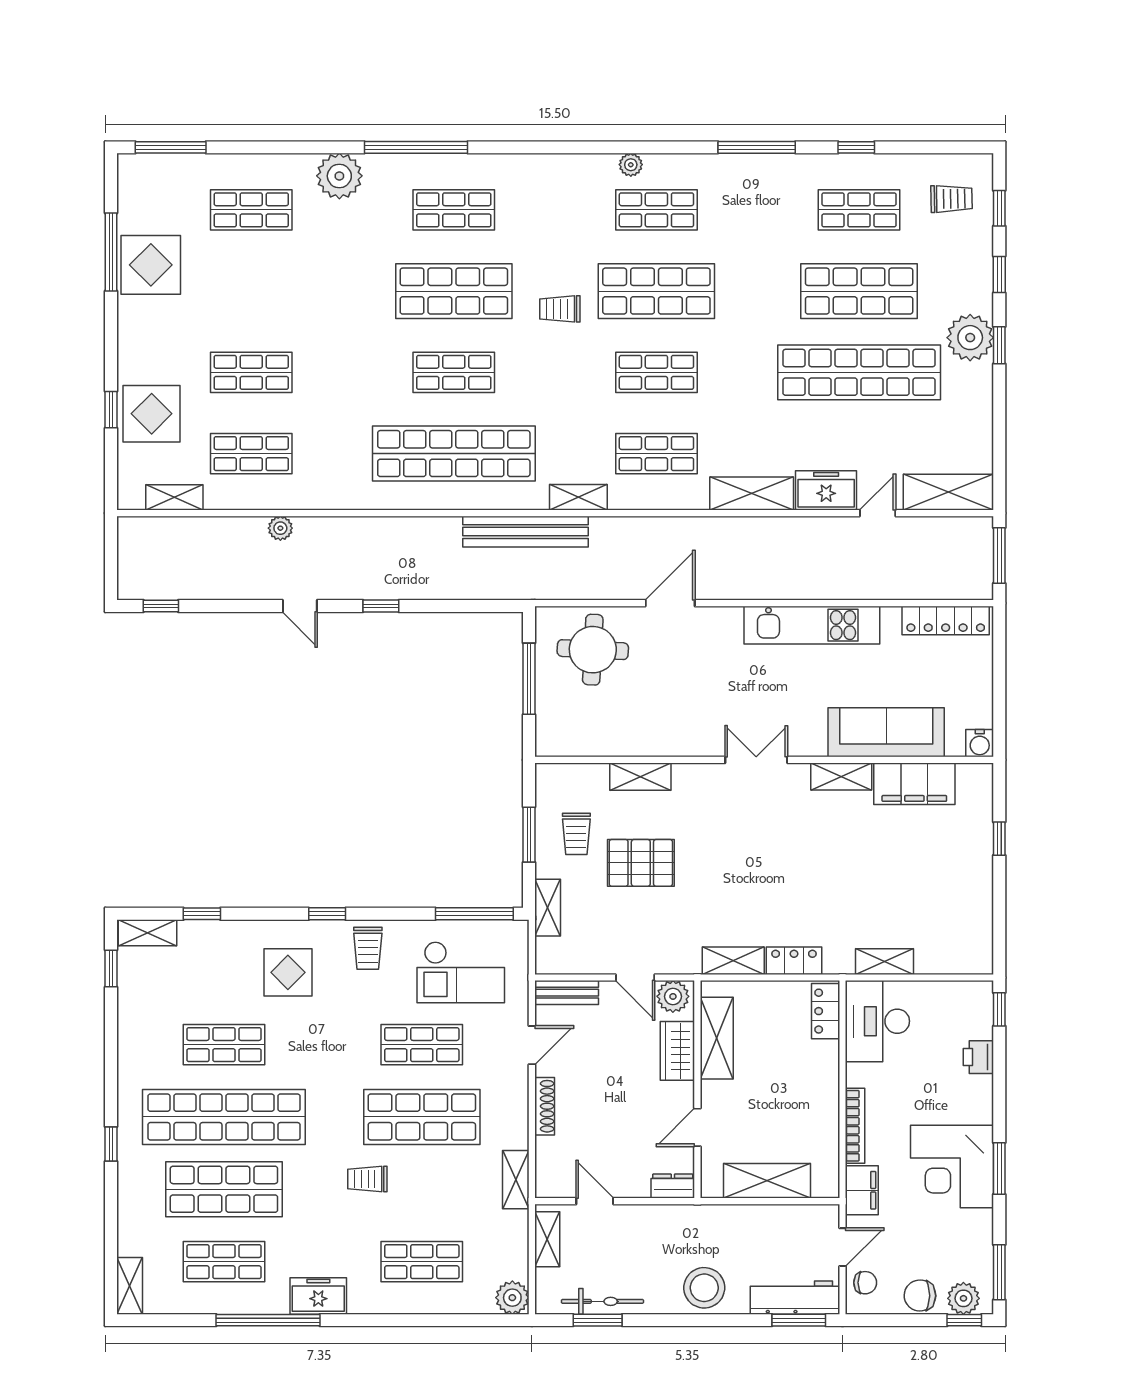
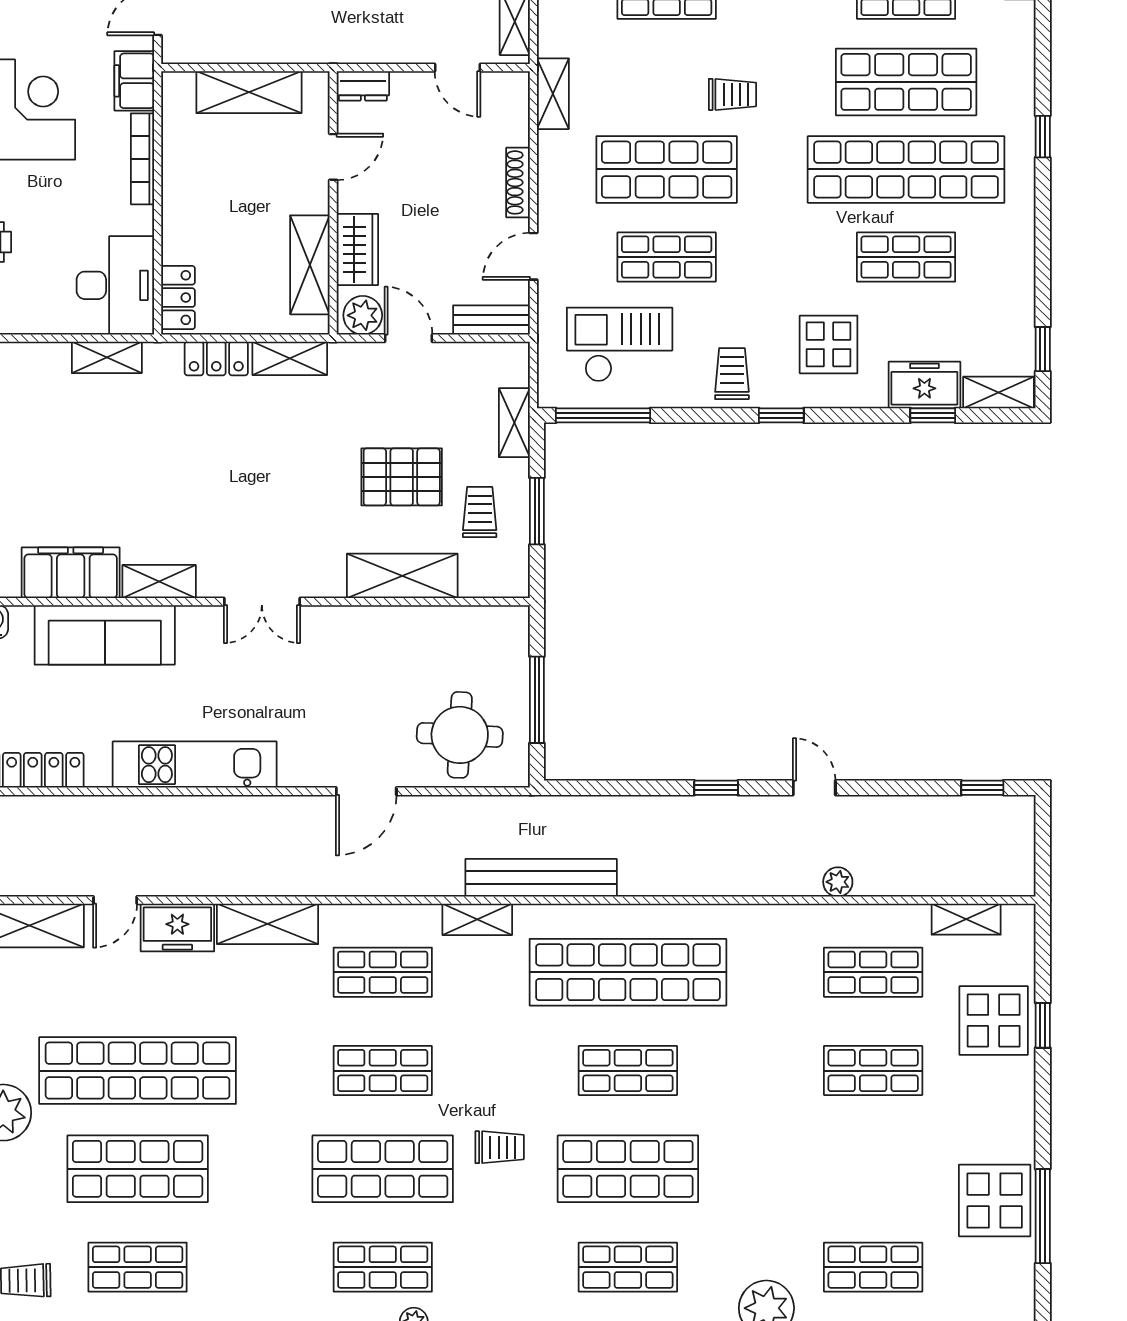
shelving: (640, 777) -> (402, 576), width x1.50, depth x1.33
freezer: (209, 939) -> (924, 385), added

